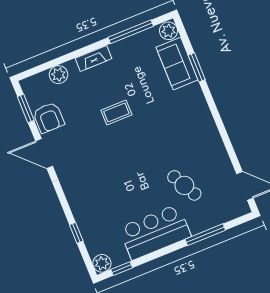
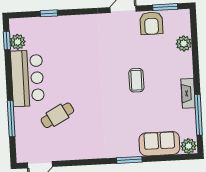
fireplace: (93, 58) -> (188, 93), moved
window: (197, 67) -> (129, 160), moved
armchair: (49, 118) -> (151, 23), turned -90
plant: (102, 263) -> (18, 42), moved

